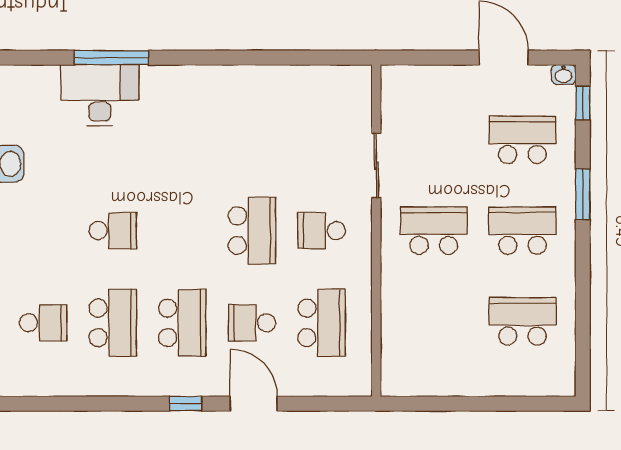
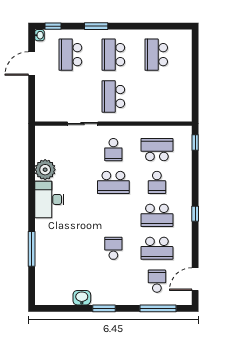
plant: (279, 86) -> (45, 170), added
desk: (100, 95) -> (49, 199), moved
school desk: (252, 231) -> (113, 182), turned 180
school desk: (113, 323) -> (157, 248), turned 180
school desk: (182, 323) -> (157, 215), turned 180
door: (254, 404) -> (195, 279), moved
window: (337, 404) -> (195, 142), added

